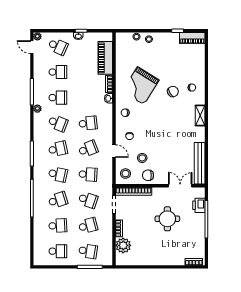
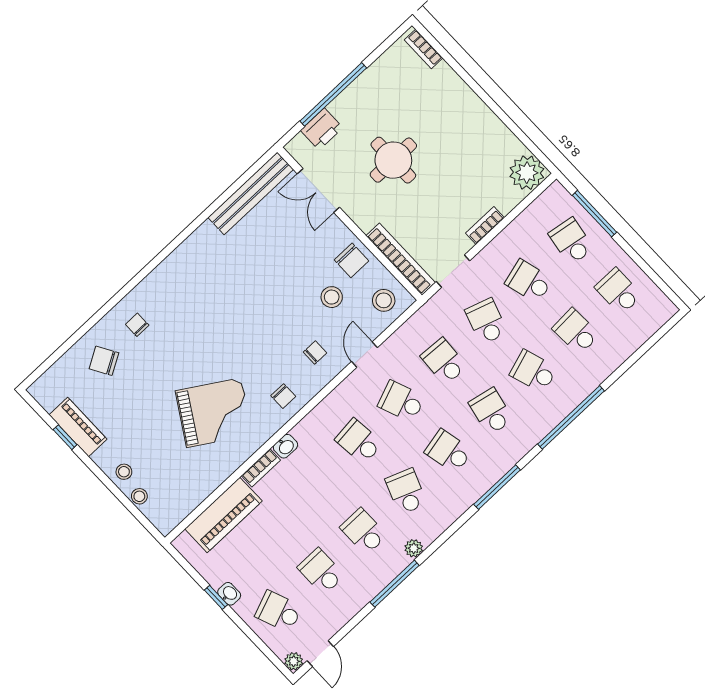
piano: (192, 38) -> (78, 427), moved
school desk: (58, 46) -> (279, 612), turned -45
chair: (173, 92) -> (104, 361), moved
shelving: (200, 115) -> (170, 267), removed
plant: (123, 245) -> (527, 173), moved

